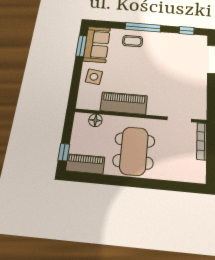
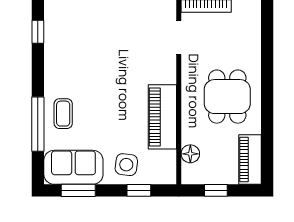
window: (143, 27) -> (38, 124), moved
window: (75, 83) -> (139, 190), added
dining table: (134, 151) -> (227, 97), width x0.73
window: (64, 152) -> (216, 190), moved

